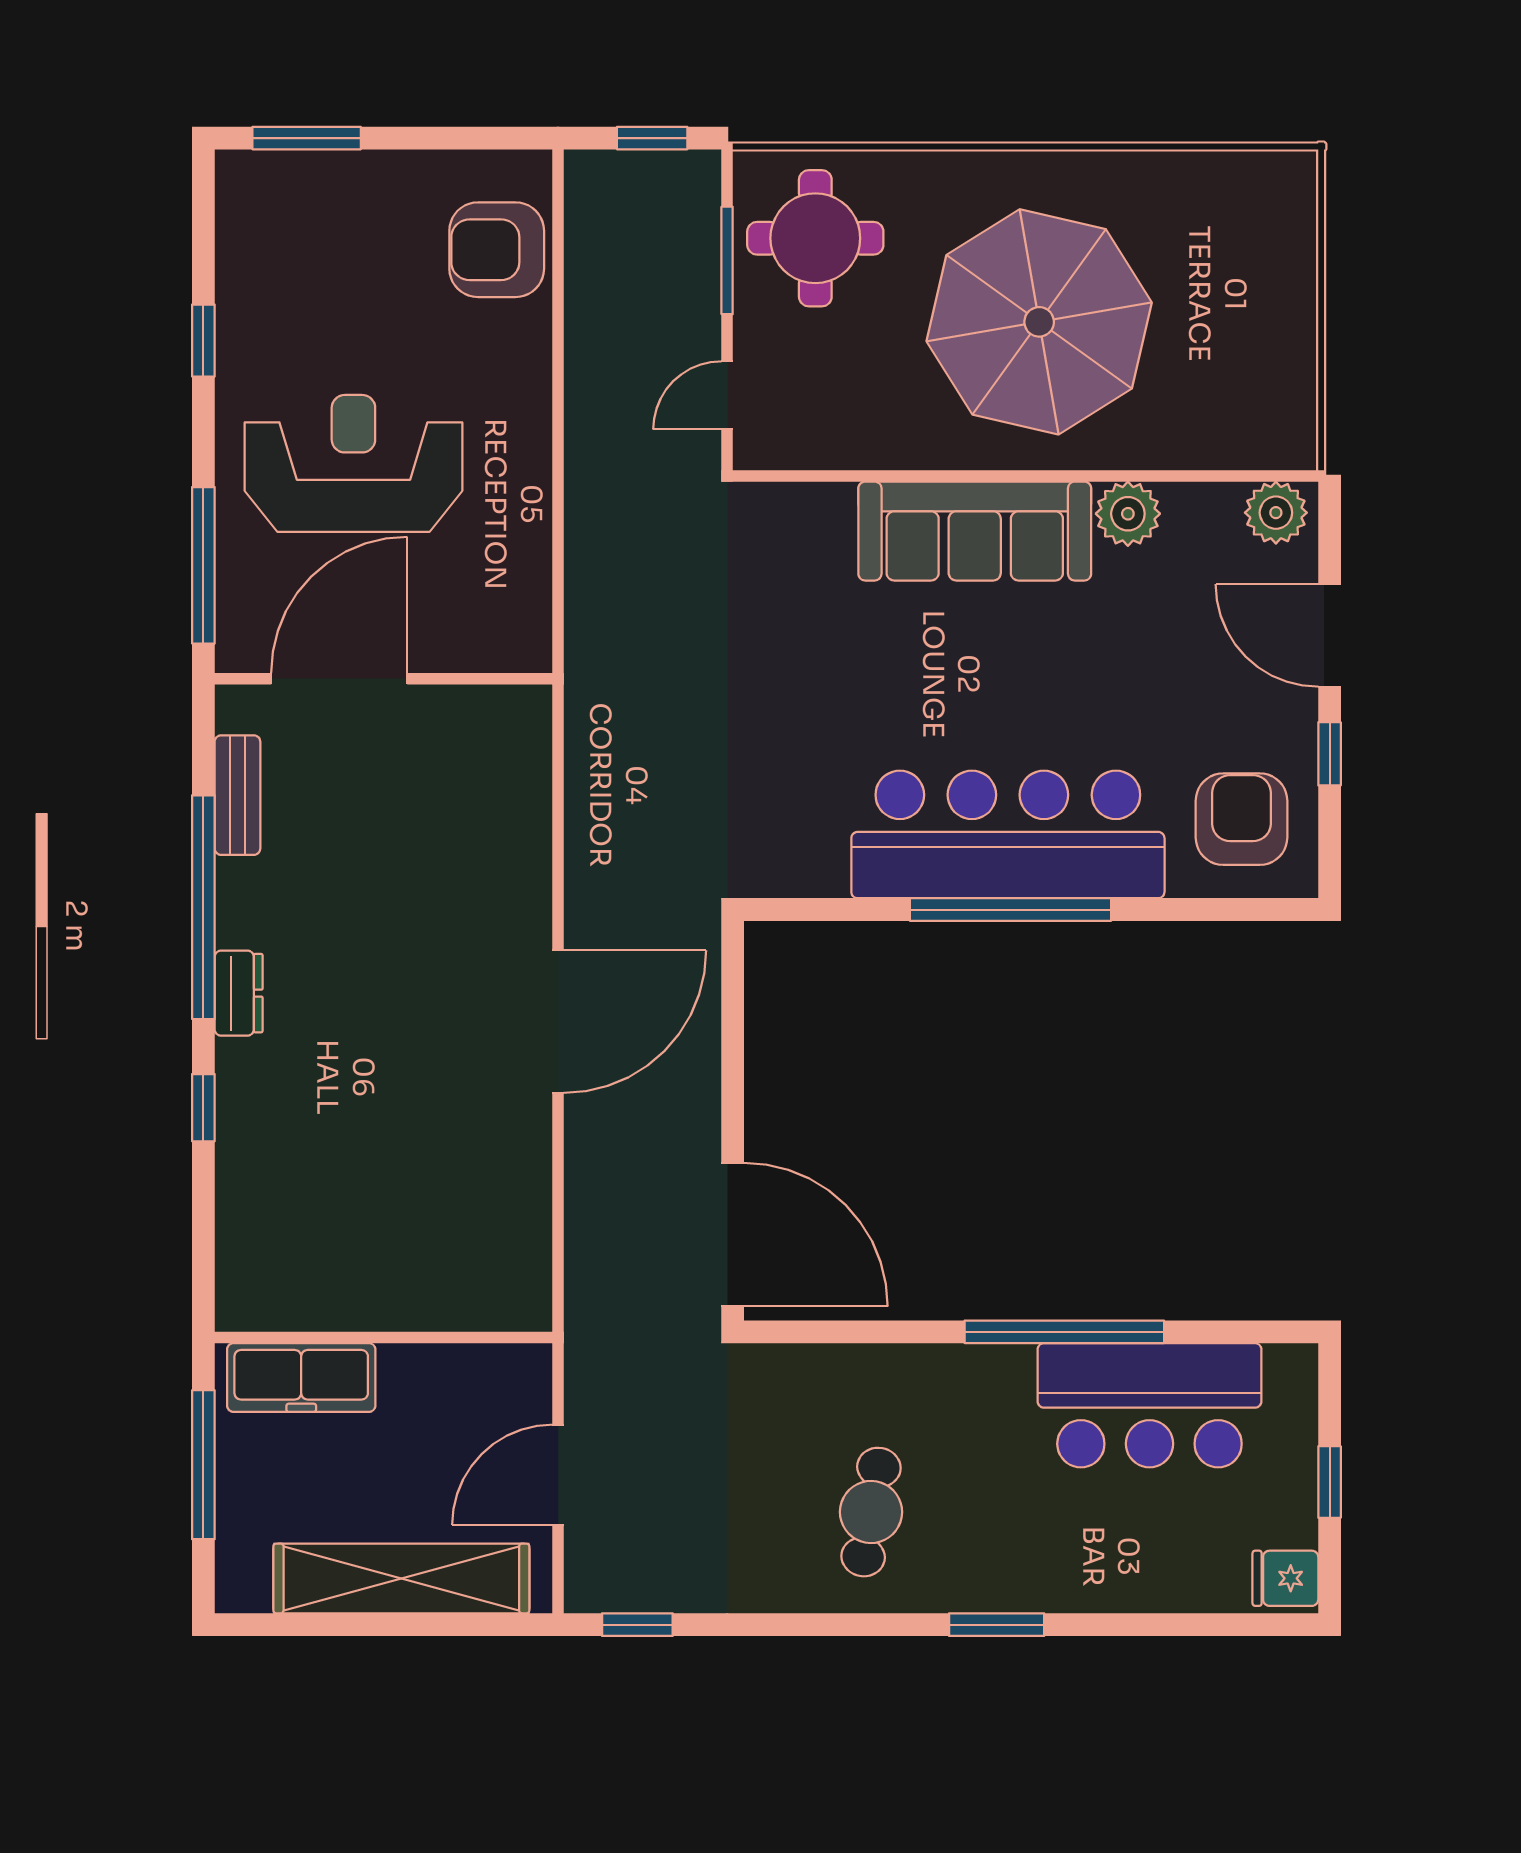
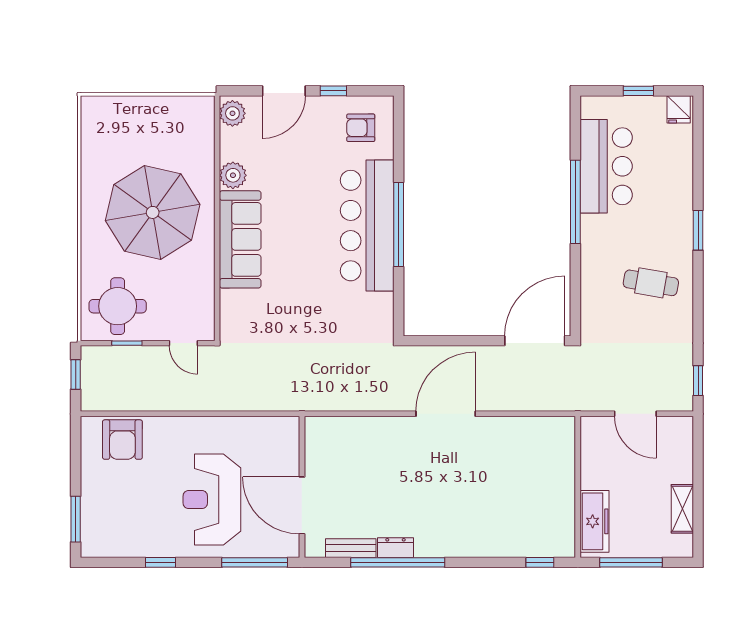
window: (727, 260) -> (127, 343), width x0.67
armchair: (1241, 819) -> (361, 128), width x0.72, depth x0.72
dresser: (239, 993) -> (395, 548), moved
door: (558, 1022) -> (446, 414), hinge flipped
window: (203, 1108) -> (540, 562), moved
shelving: (401, 1578) -> (682, 509), width x0.45, depth x0.75

